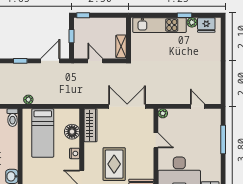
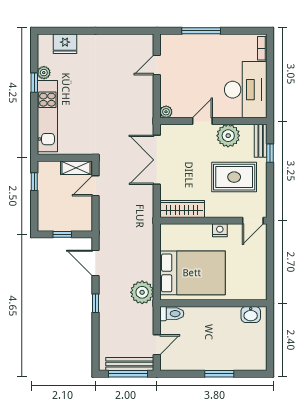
window: (83, 15) -> (34, 182), moved
fridge: (206, 25) -> (65, 44), moved, turned 90
door: (95, 61) -> (95, 186), moved
plant: (28, 100) -> (142, 292), width x1.88, depth x1.88
floor lamp: (72, 132) -> (191, 234), removed
bed: (43, 133) -> (192, 273), width x1.50
plant: (145, 160) -> (228, 136), added

